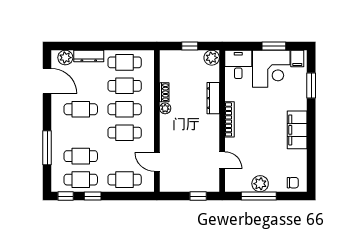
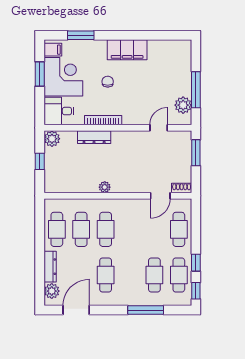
shoe rack: (164, 92) -> (182, 188), moved
bookcase: (230, 119) -> (103, 120), moved
cafe table: (125, 133) -> (130, 229), removed
chair: (293, 183) -> (108, 82), moved
plant: (260, 184) -> (183, 105), moved
window: (198, 196) -> (196, 153), width x1.50

